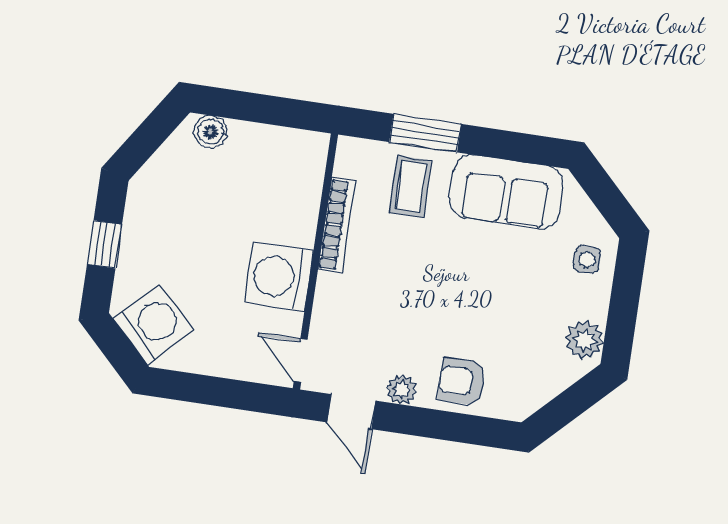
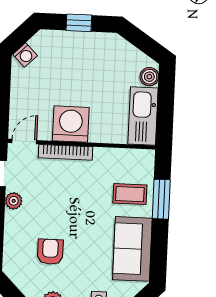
kitchen sink: (278, 150) -> (143, 116), added
bookcase: (337, 225) -> (66, 152), moved
washing machine: (154, 324) -> (25, 55), width x0.53, depth x0.53
armchair: (462, 382) -> (50, 252), moved

